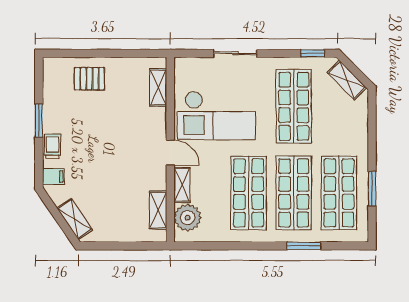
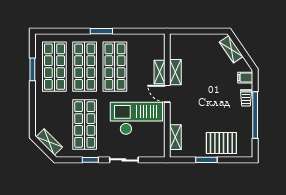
window: (112, 53) -> (206, 160), added
window: (313, 53) -> (90, 160), moved
pallet: (89, 79) -> (221, 143), width x1.50, depth x1.42
window: (39, 121) -> (255, 115), width x2.11
shelving: (158, 210) -> (175, 72), moved
plant: (188, 218) -> (156, 50), removed
window: (304, 246) -> (101, 31), moved

